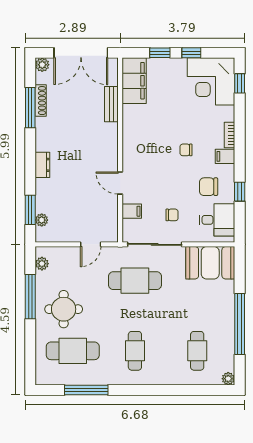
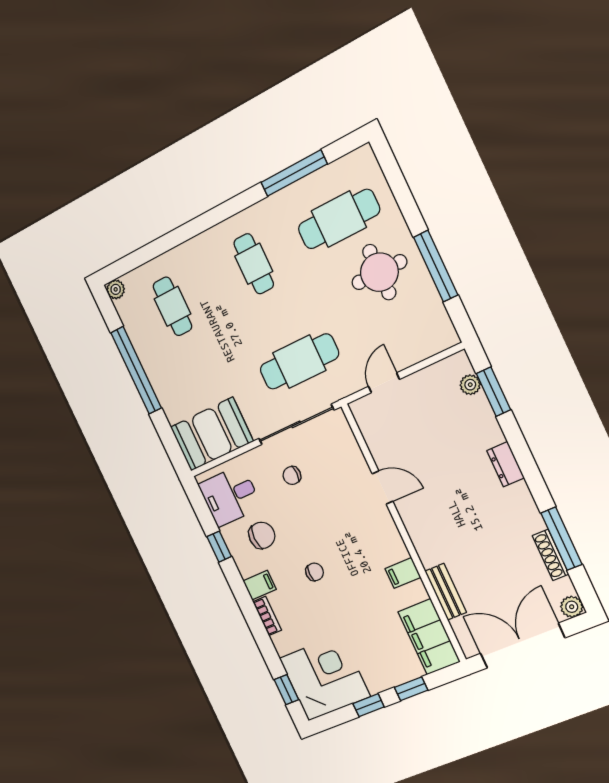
filing cabinet: (132, 211) -> (403, 573), moved
plant: (42, 264) -> (441, 322), removed

